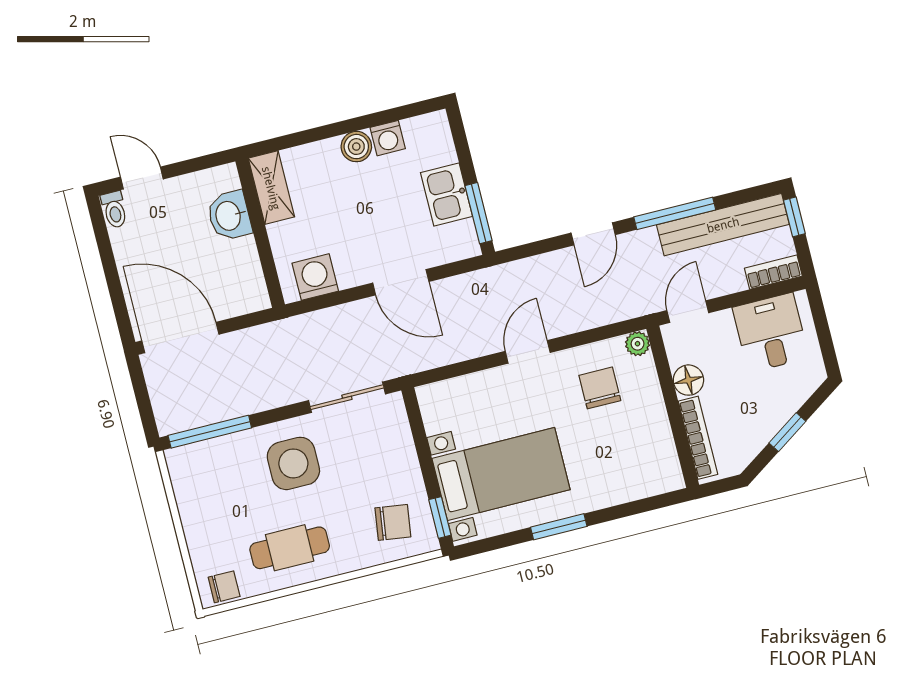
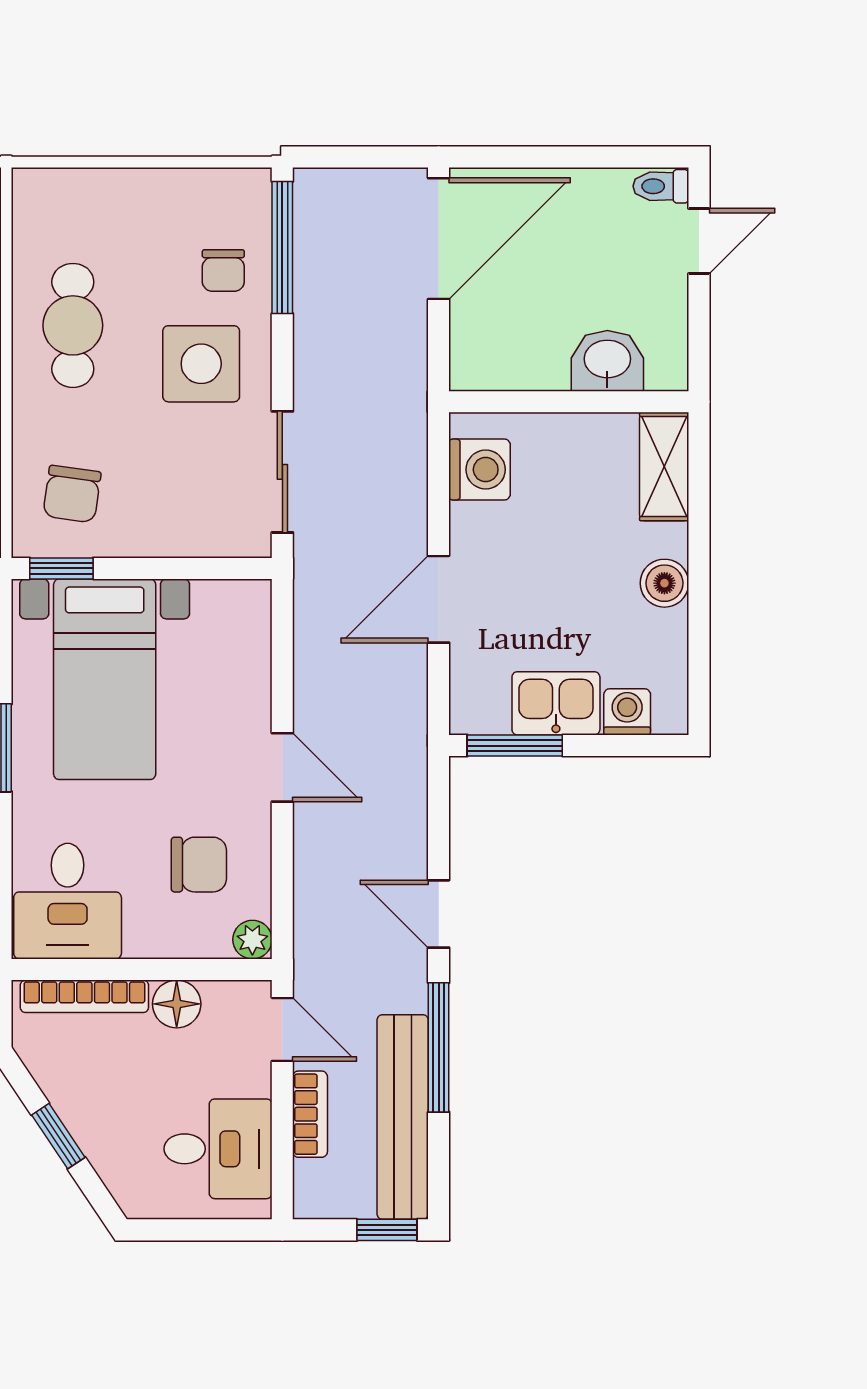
washing machine: (388, 138) -> (627, 712), moved, turned 90
shelving: (271, 188) -> (664, 467), moved, turned 90
bookcase: (773, 272) -> (310, 1114), moved
desk: (642, 463) -> (68, 901), added
chair: (224, 587) -> (223, 270), moved

